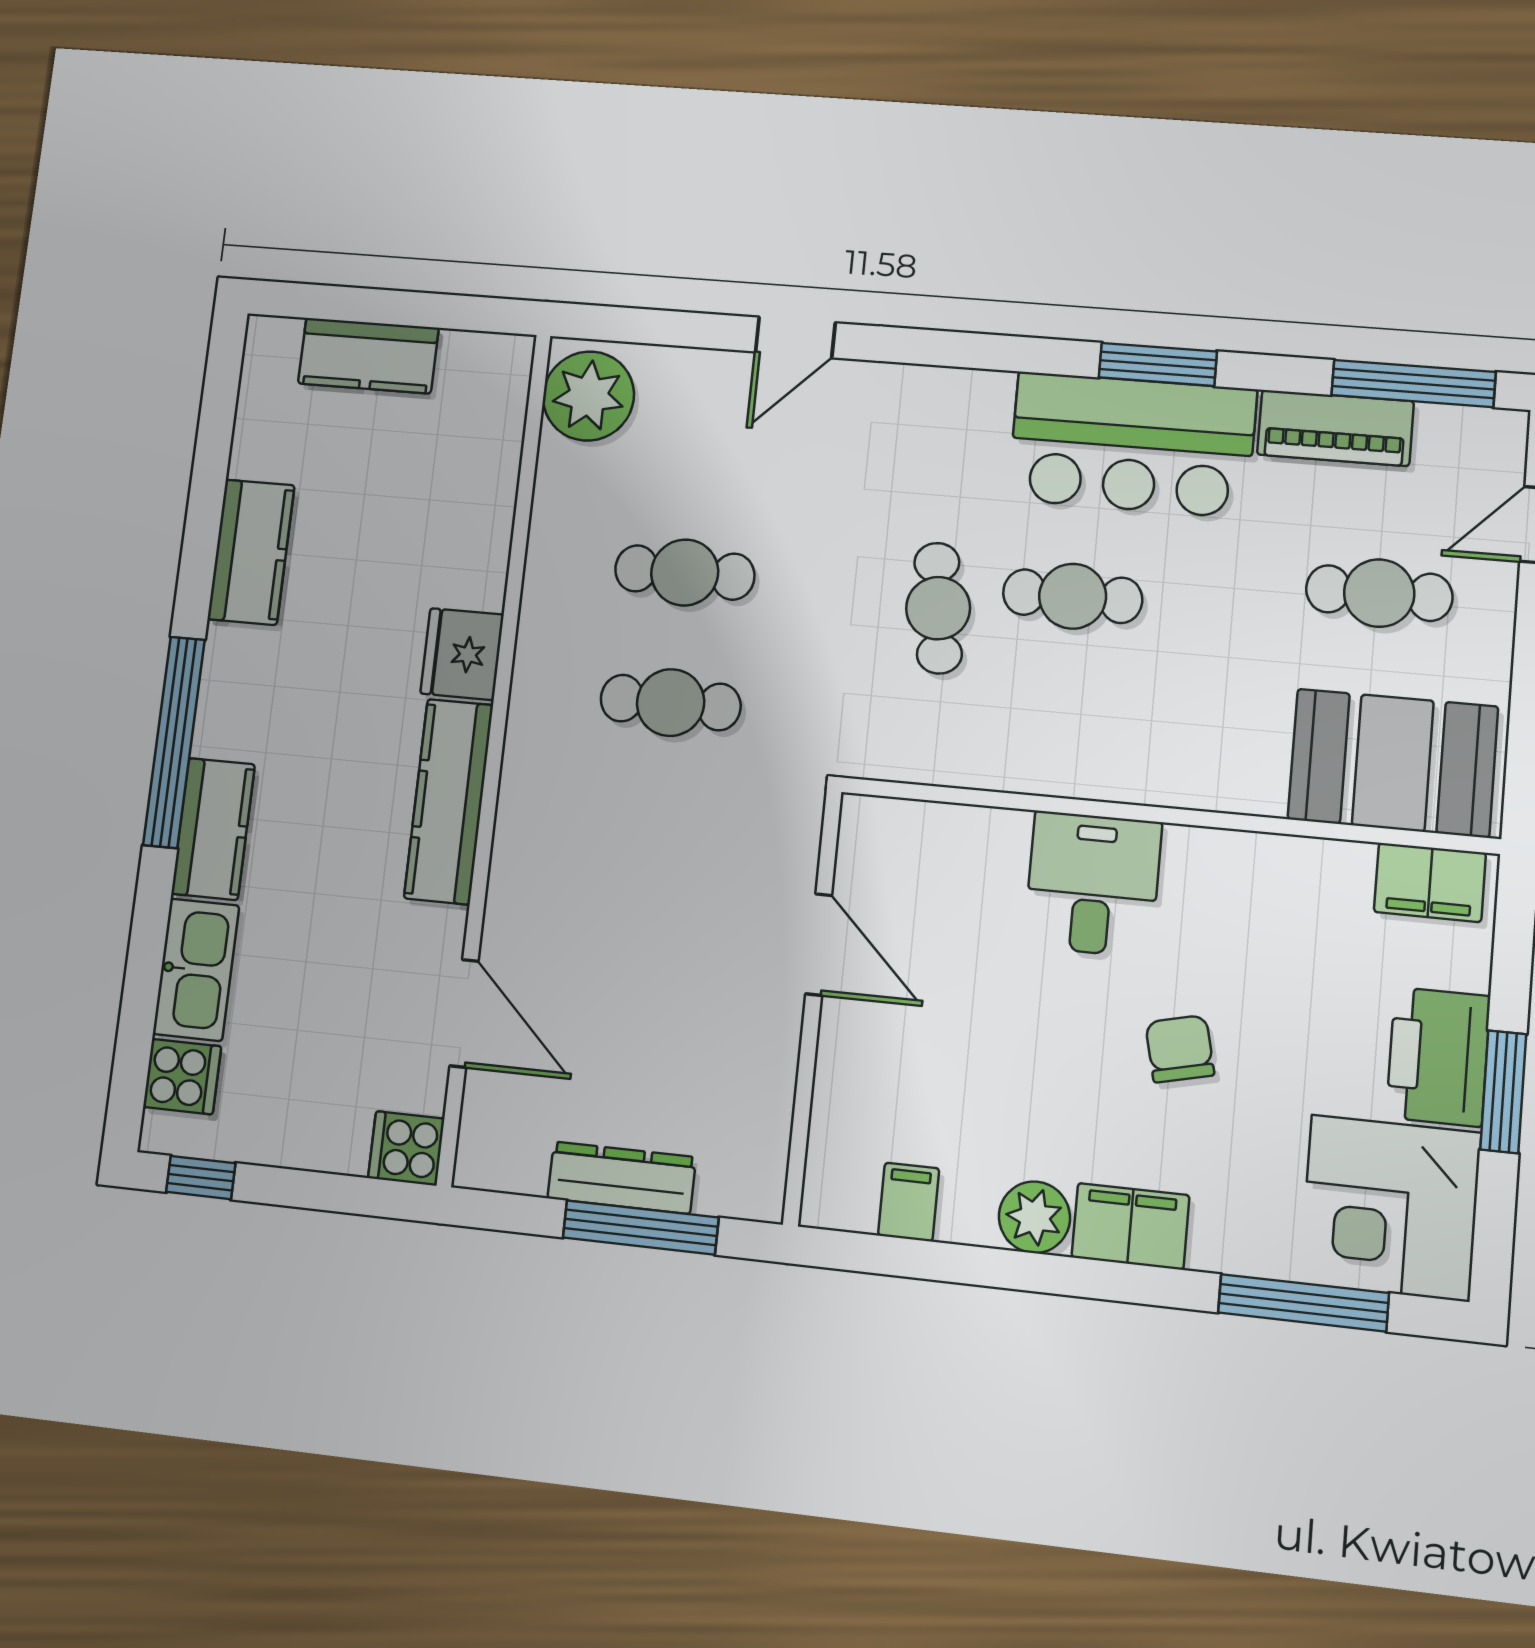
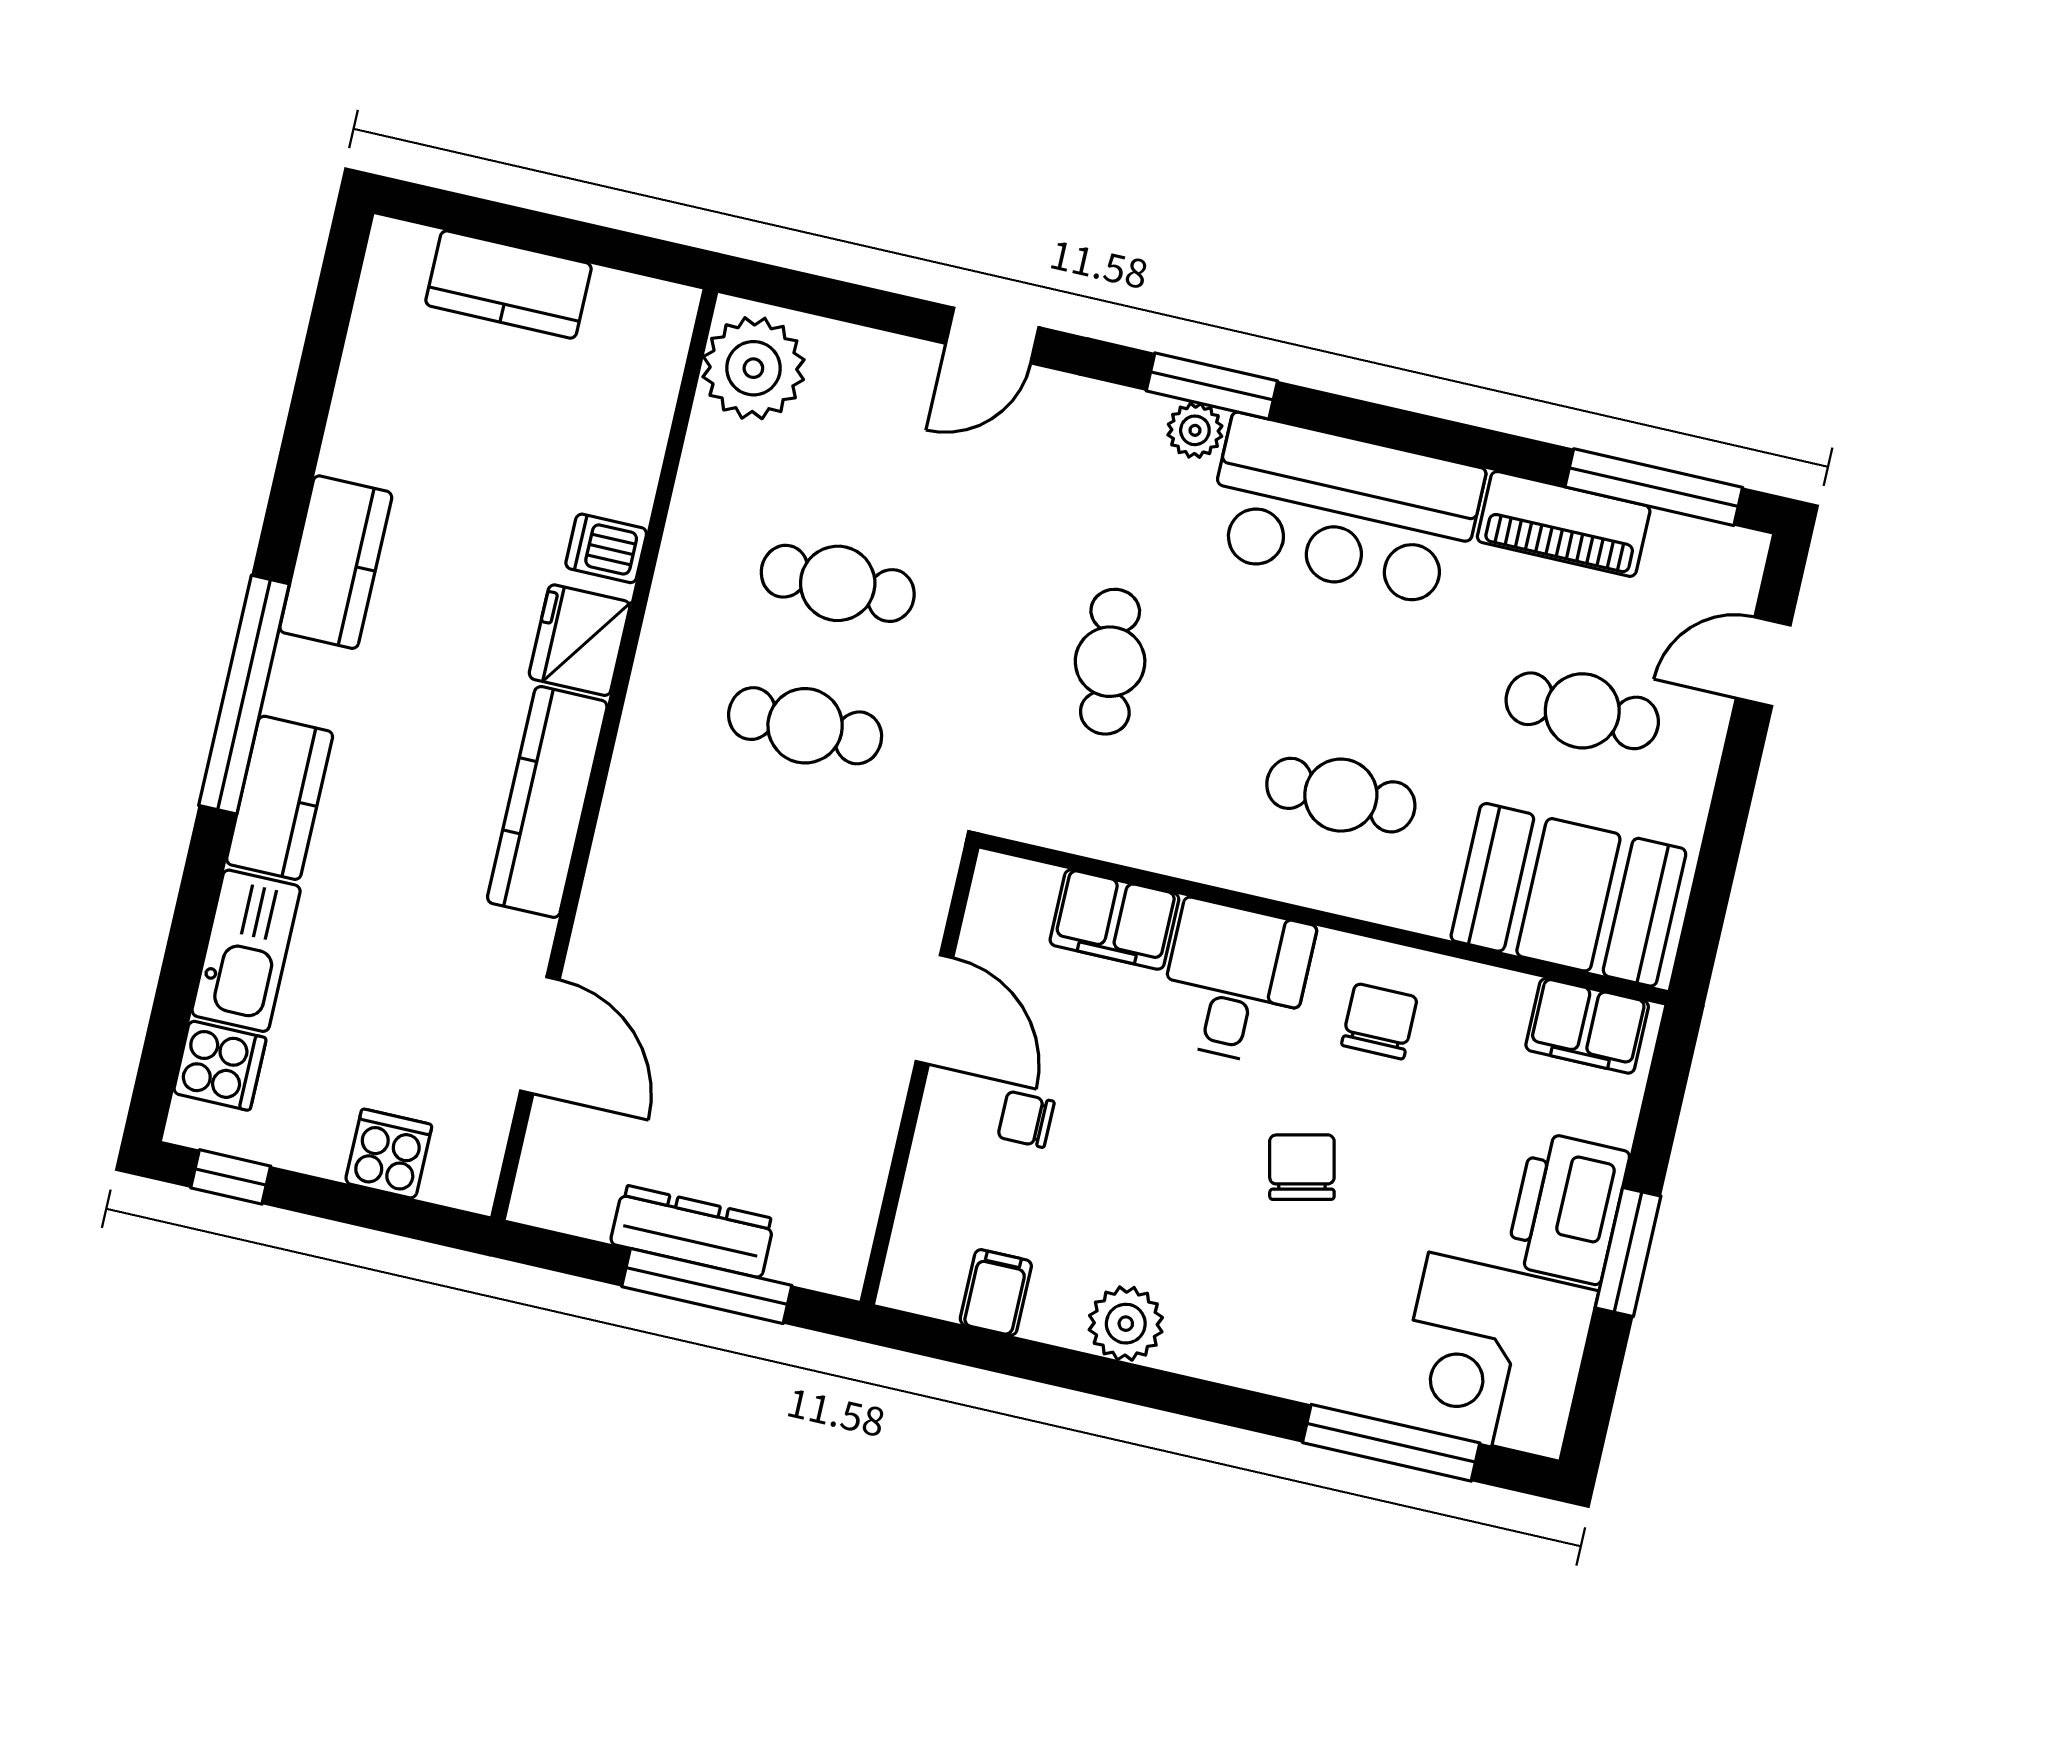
window: (1158, 364) -> (1212, 386), moved
plant: (987, 393) -> (1195, 430), added
kitchen counter: (251, 552) -> (336, 562), moved
dishwasher: (477, 570) -> (606, 548), added
cafe table: (1073, 596) -> (1341, 795), moved
chair: (1233, 903) -> (1379, 1021), added
chair: (916, 1036) -> (1026, 1119), added
cooker: (406, 1148) -> (389, 1154), moved, turned 90
filing cabinet: (1130, 1226) -> (1114, 919), moved, turned 180

